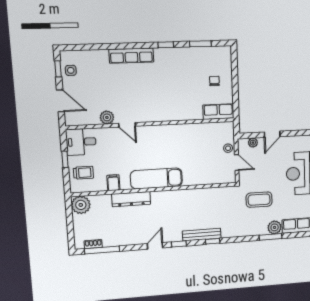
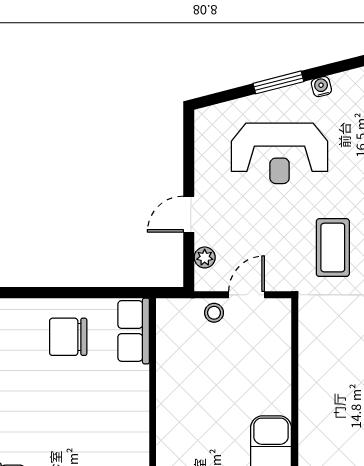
chair: (214, 81) -> (68, 337), width x1.87, depth x1.87
door: (272, 134) -> (189, 214), swing flipped

